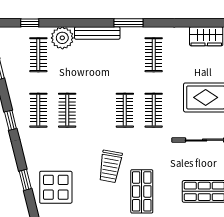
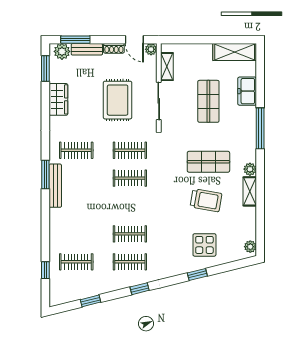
bench: (97, 33) -> (55, 186), moved
plant: (62, 38) -> (60, 239), removed
trolley: (110, 166) -> (206, 200), moved
display table: (56, 187) -> (204, 245), width x0.73, depth x0.73

